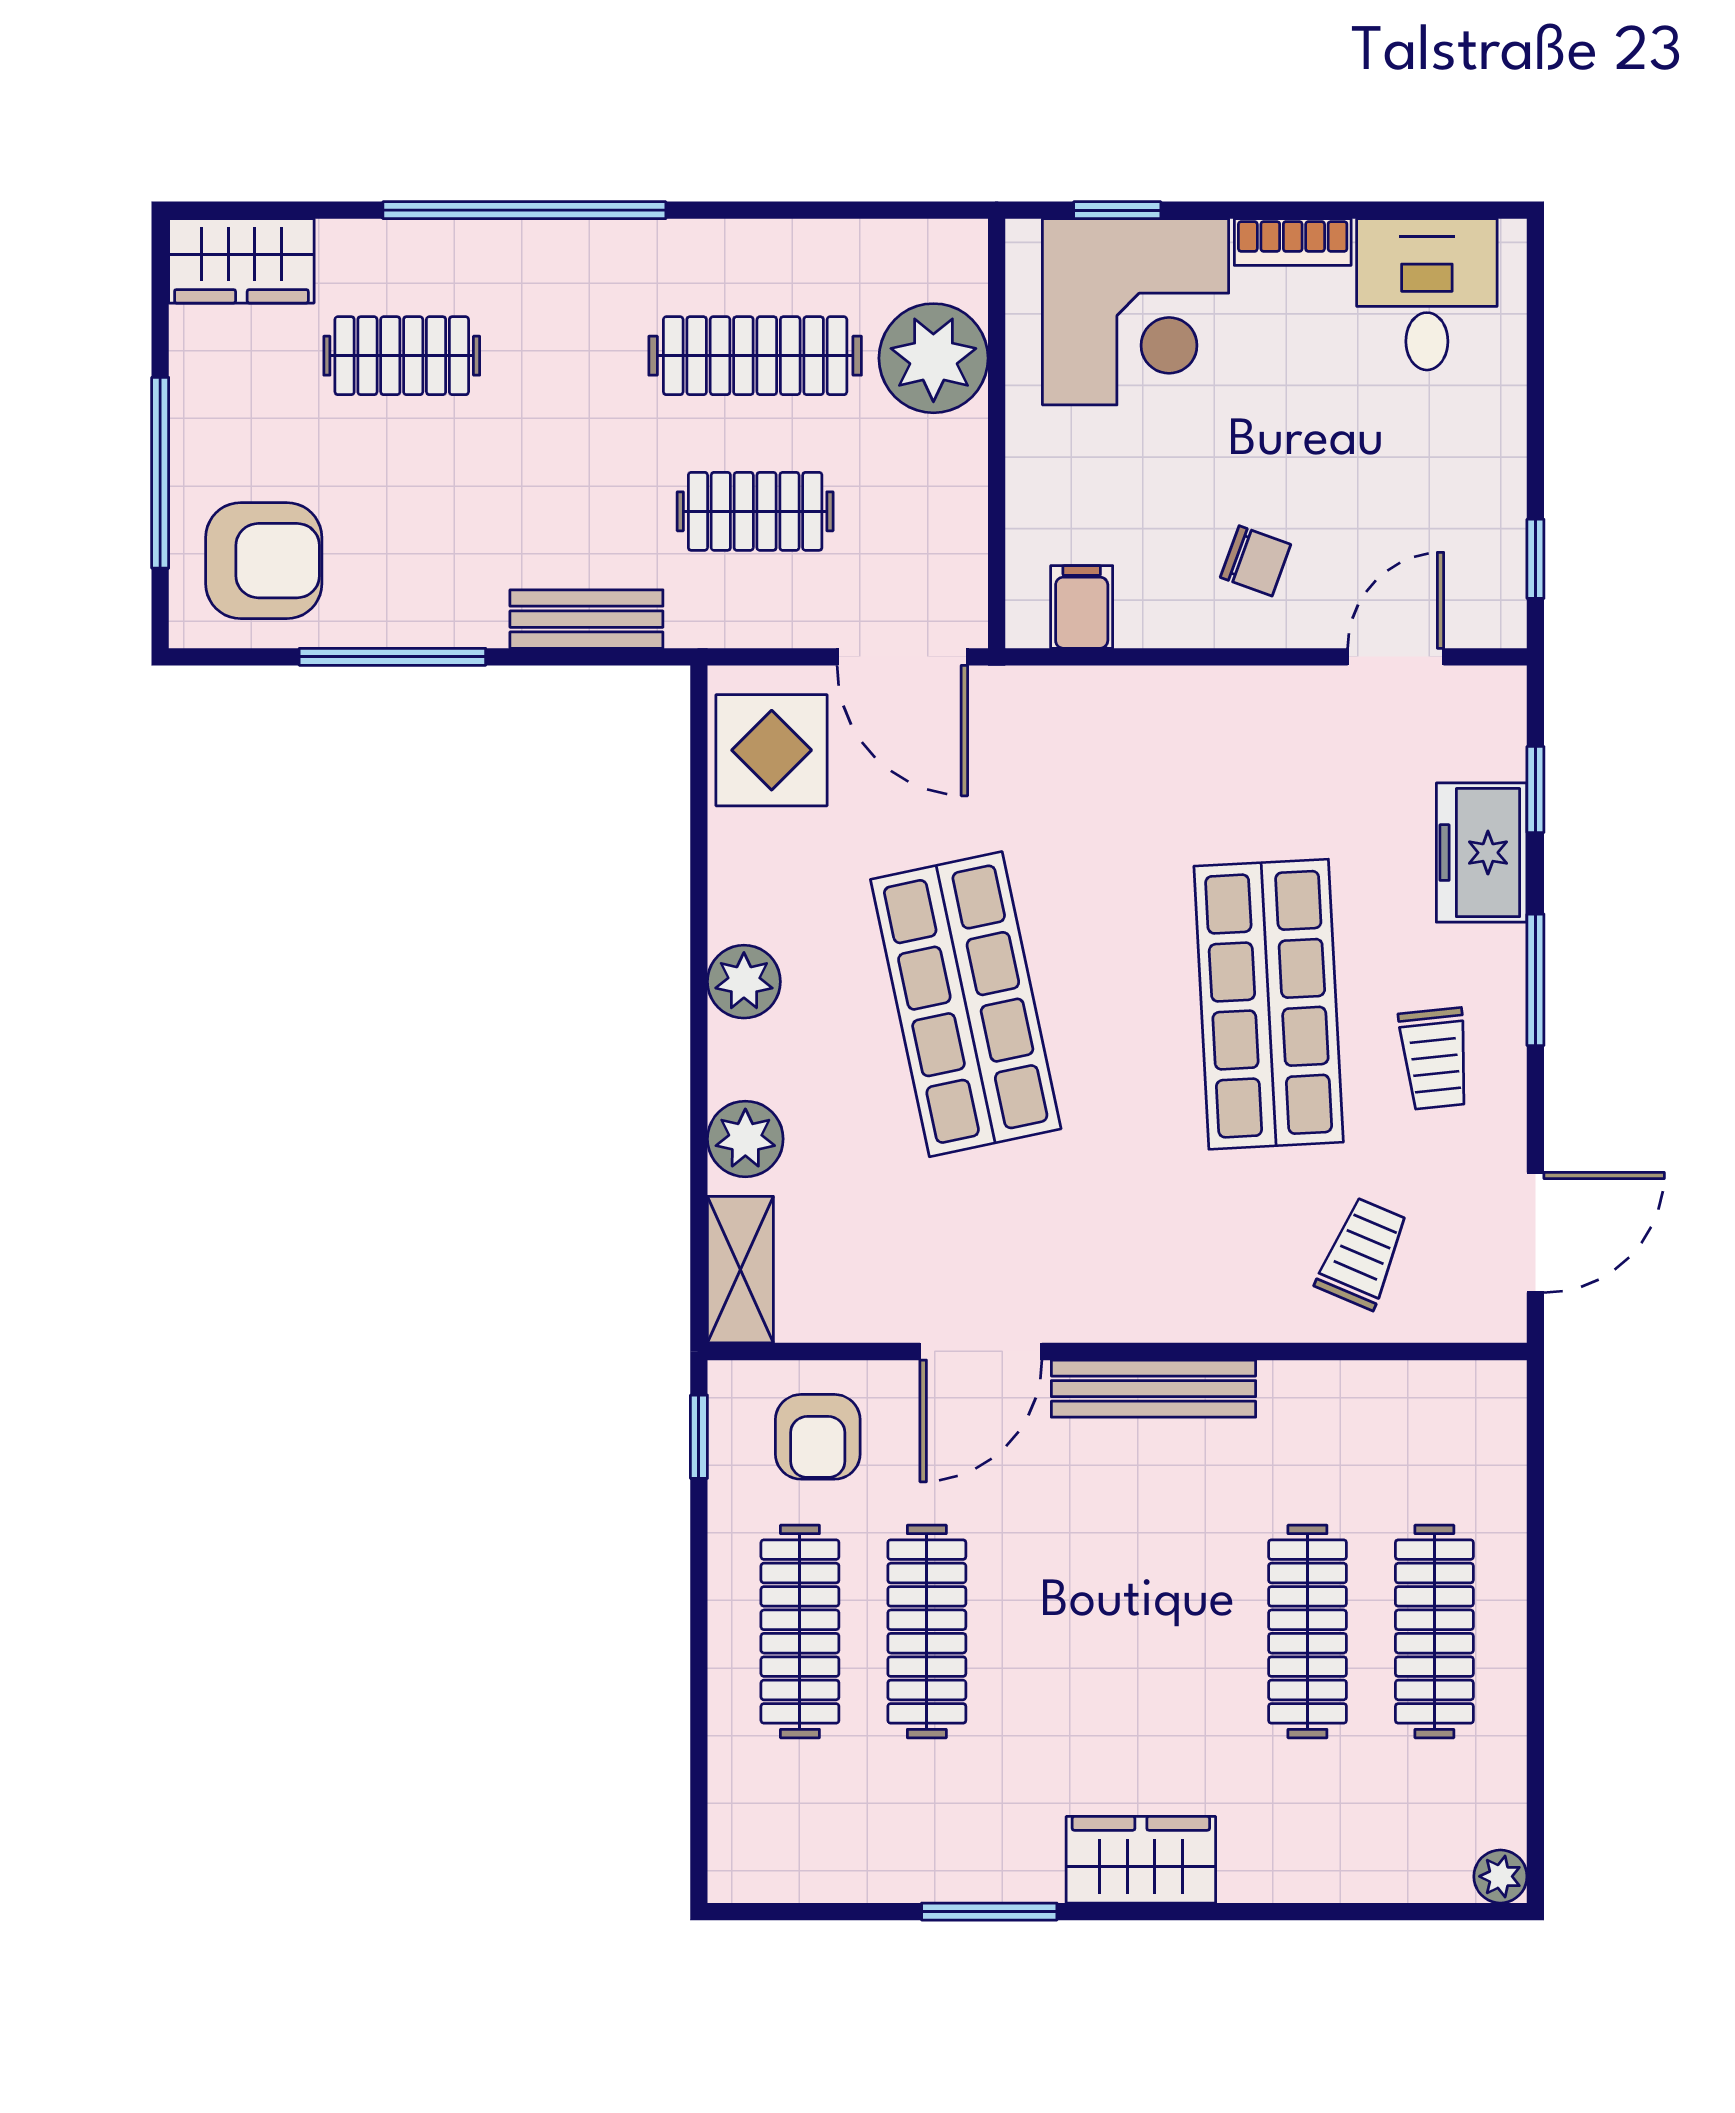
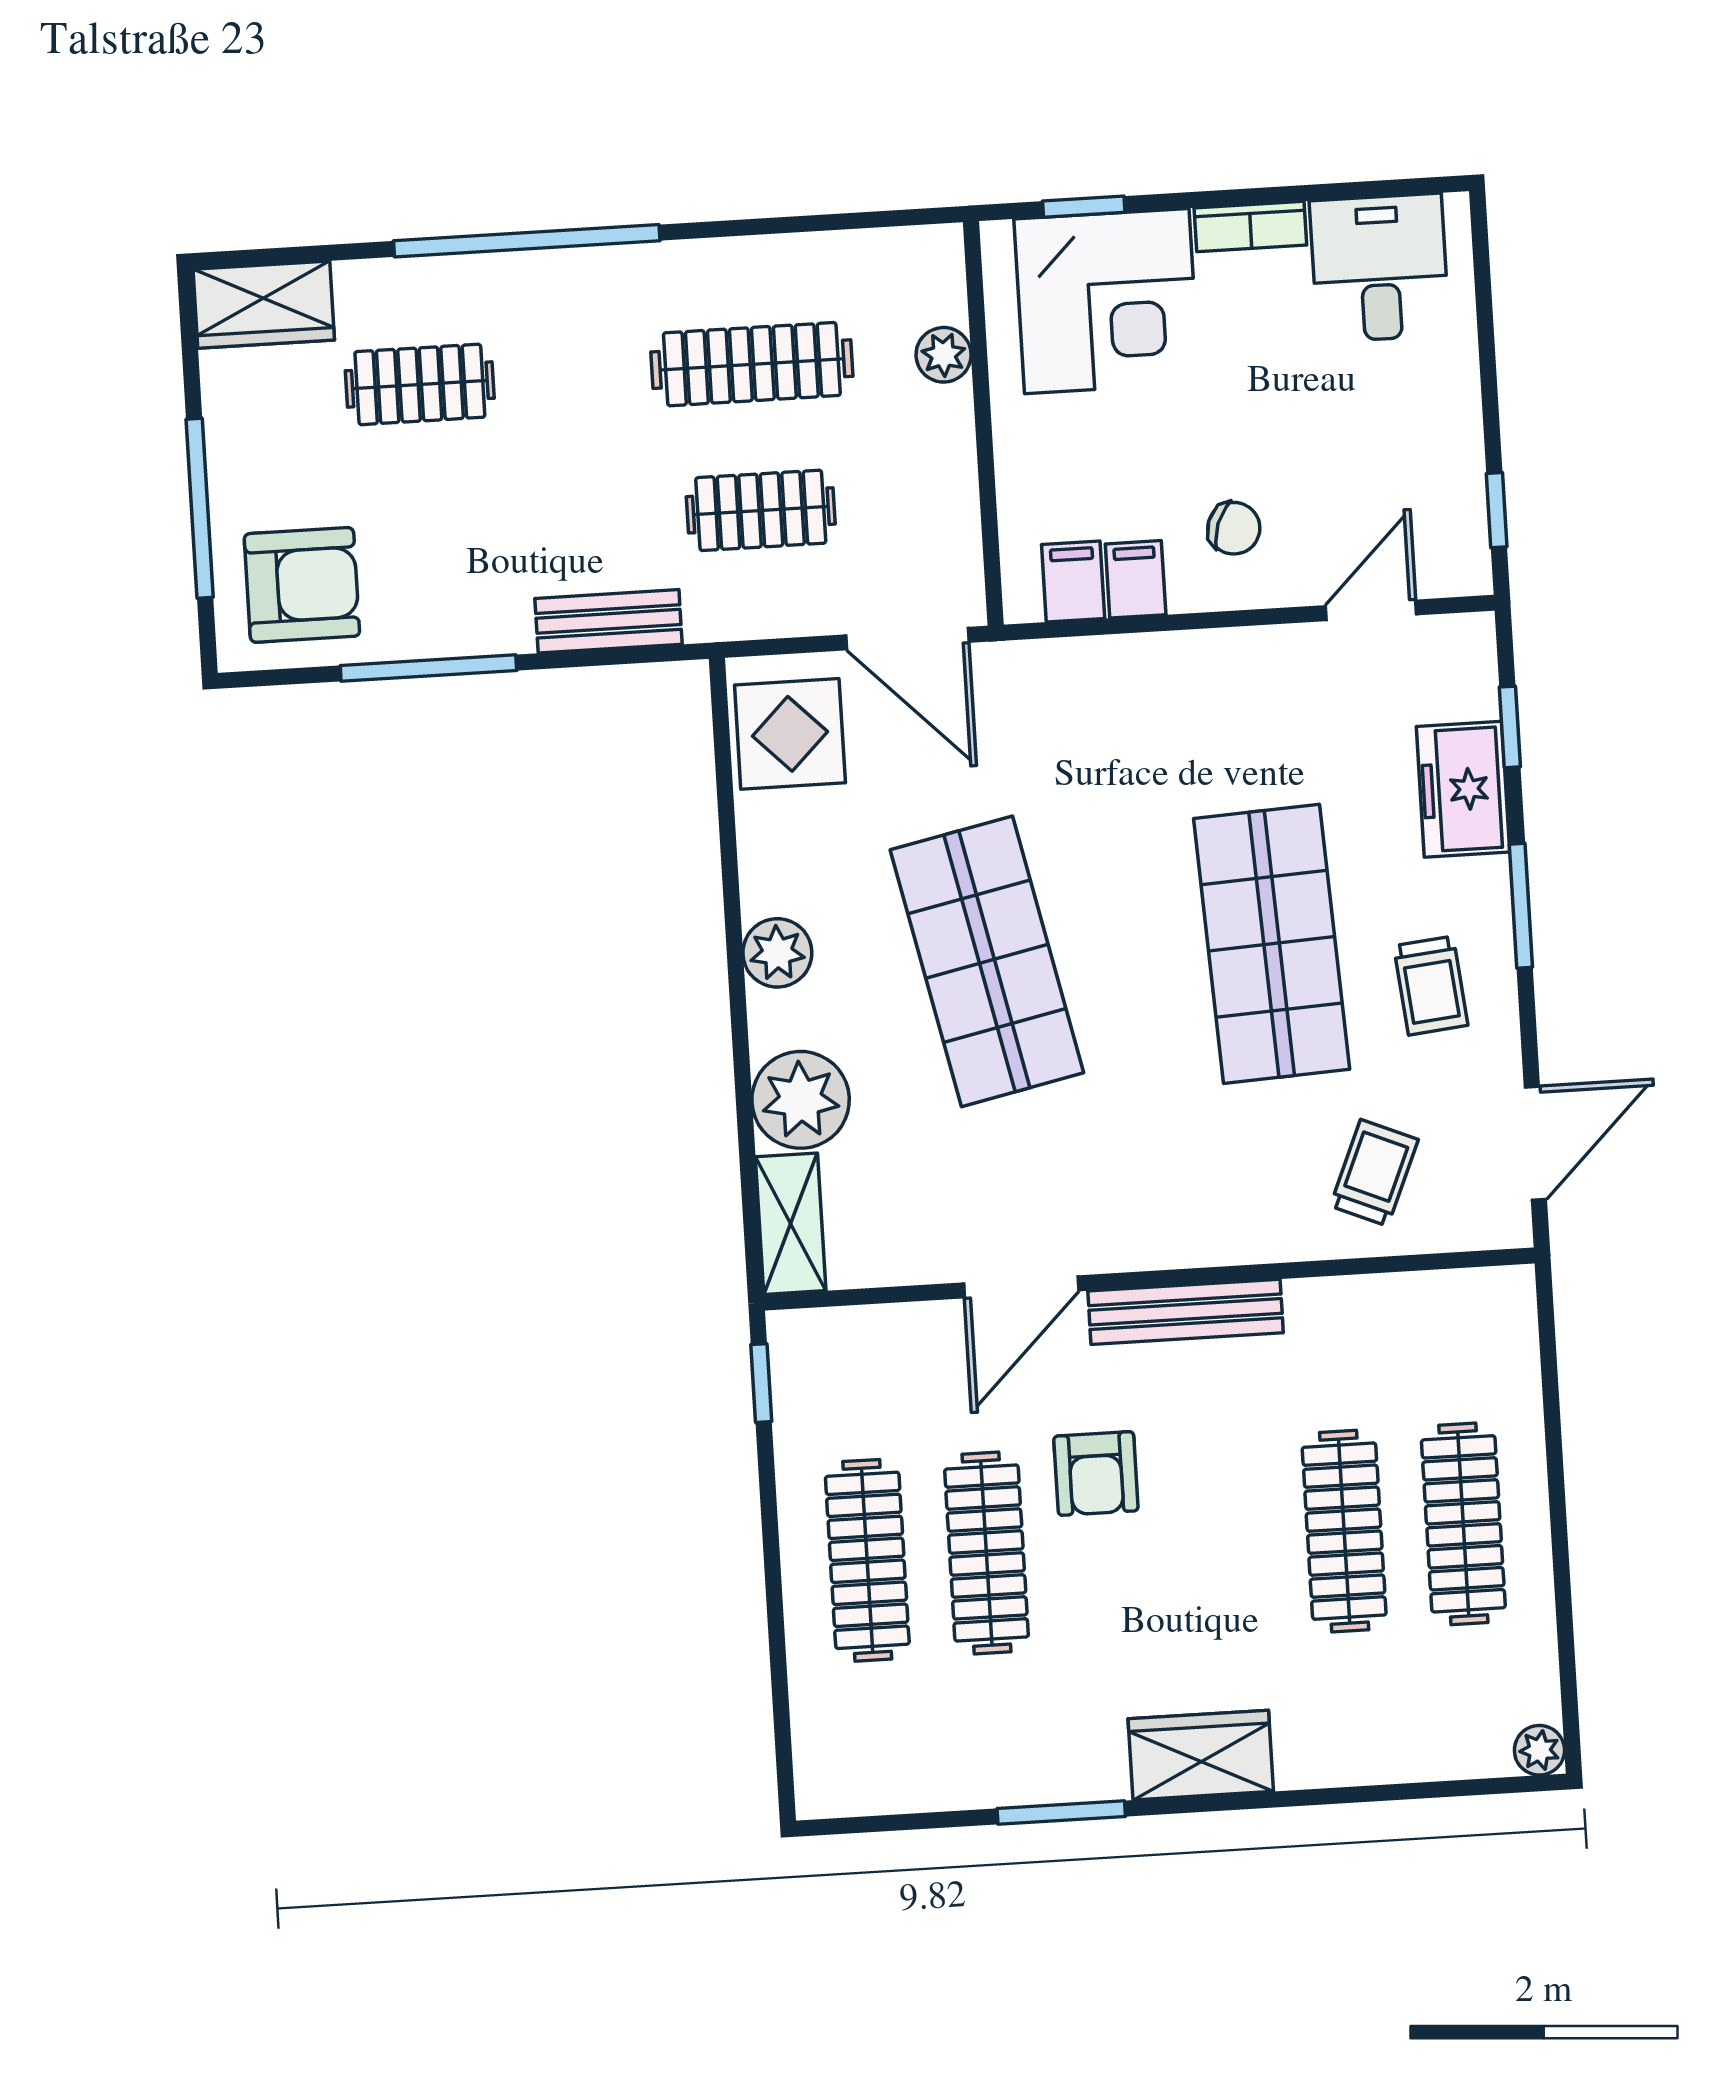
plant: (933, 358) -> (944, 355), width x0.53, depth x0.53
filing cabinet: (1148, 609) -> (1136, 579), added
plant: (745, 1139) -> (801, 1100), width x1.36, depth x1.36
armchair: (818, 1437) -> (1096, 1473), moved

